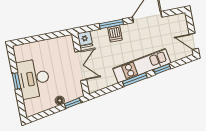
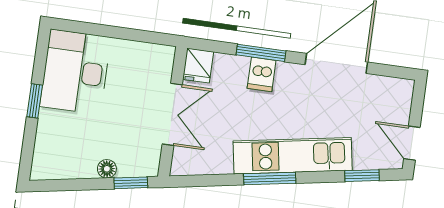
window: (162, 69) -> (362, 176), moved
desk: (34, 78) -> (75, 72), moved

